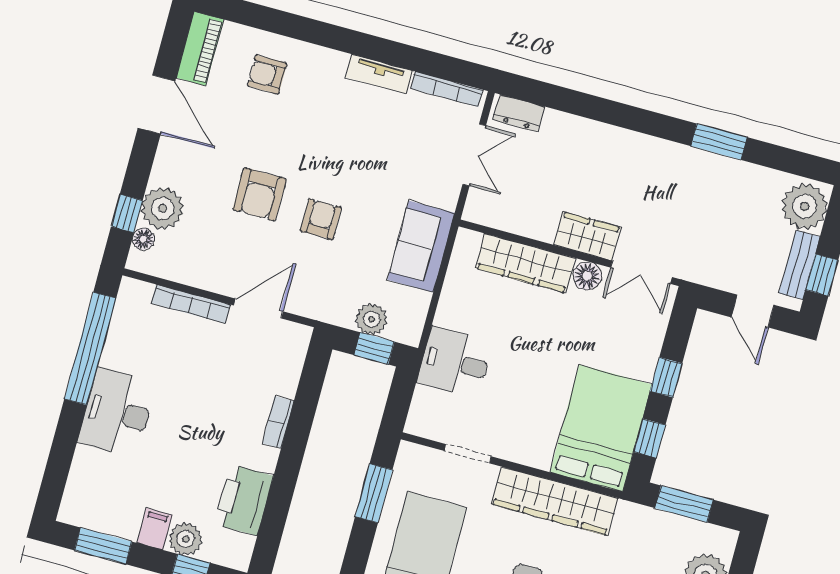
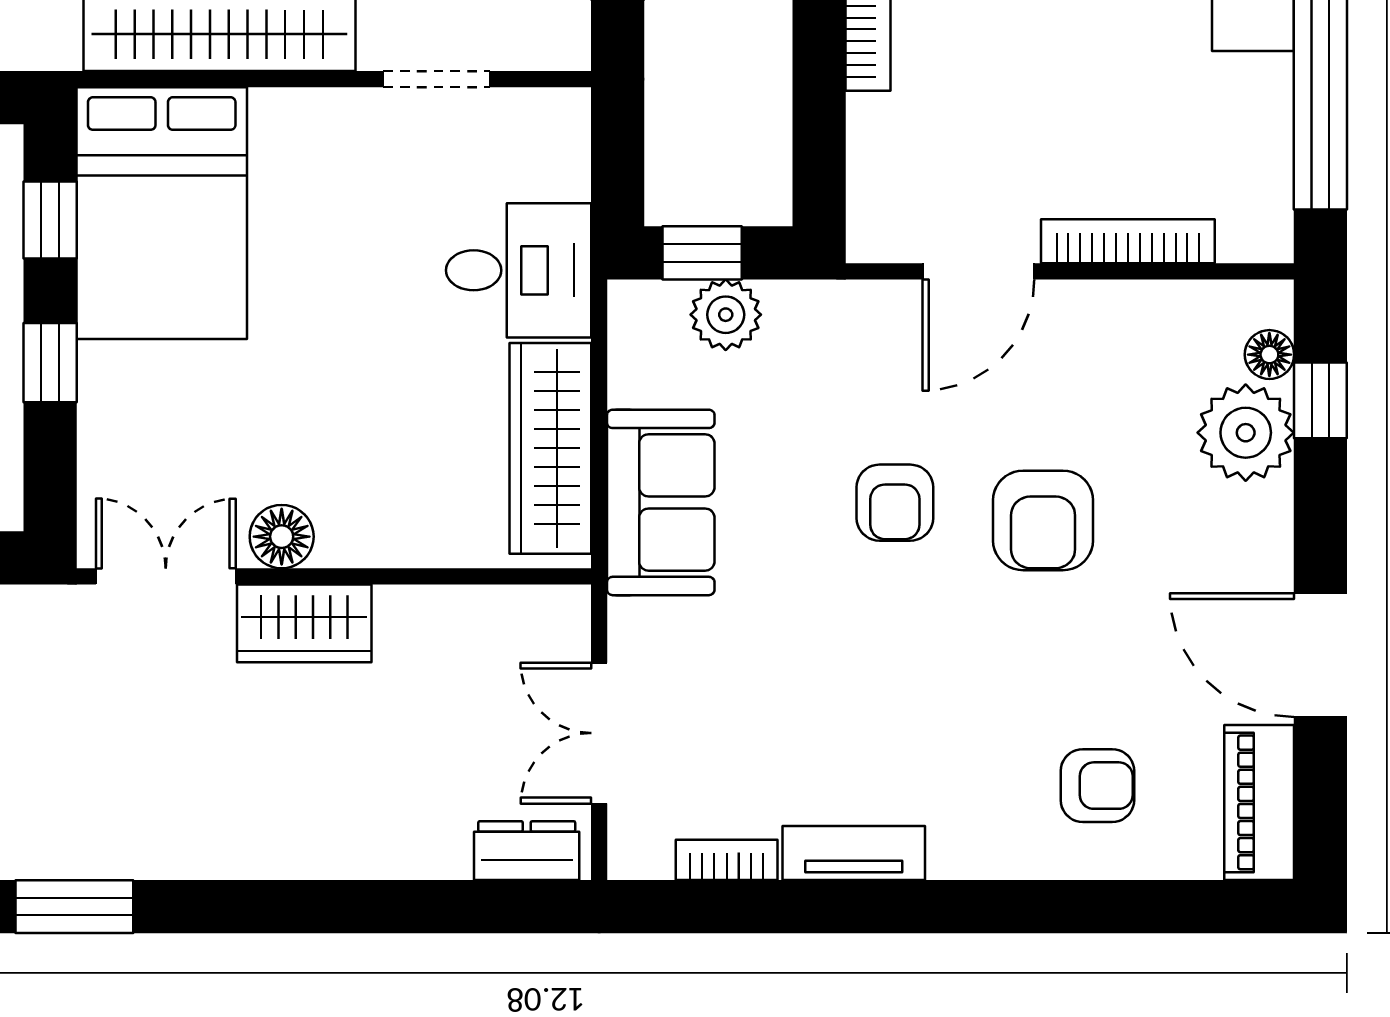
bookcase: (447, 89) -> (727, 860), width x0.64
armchair: (260, 194) -> (1043, 520), turned 180
wardrobe: (525, 263) -> (550, 448), moved, turned -90

